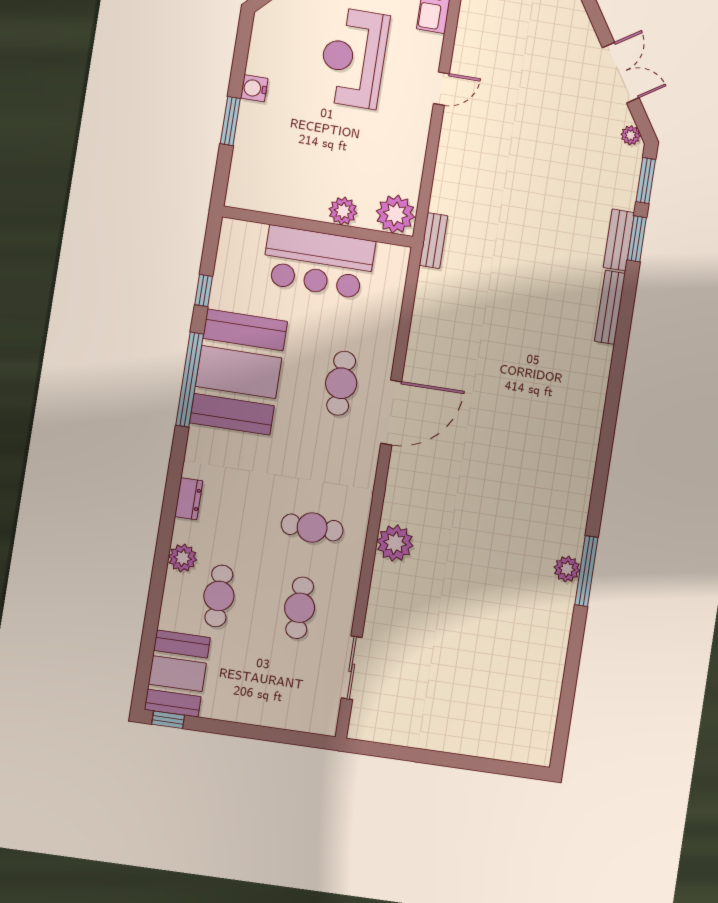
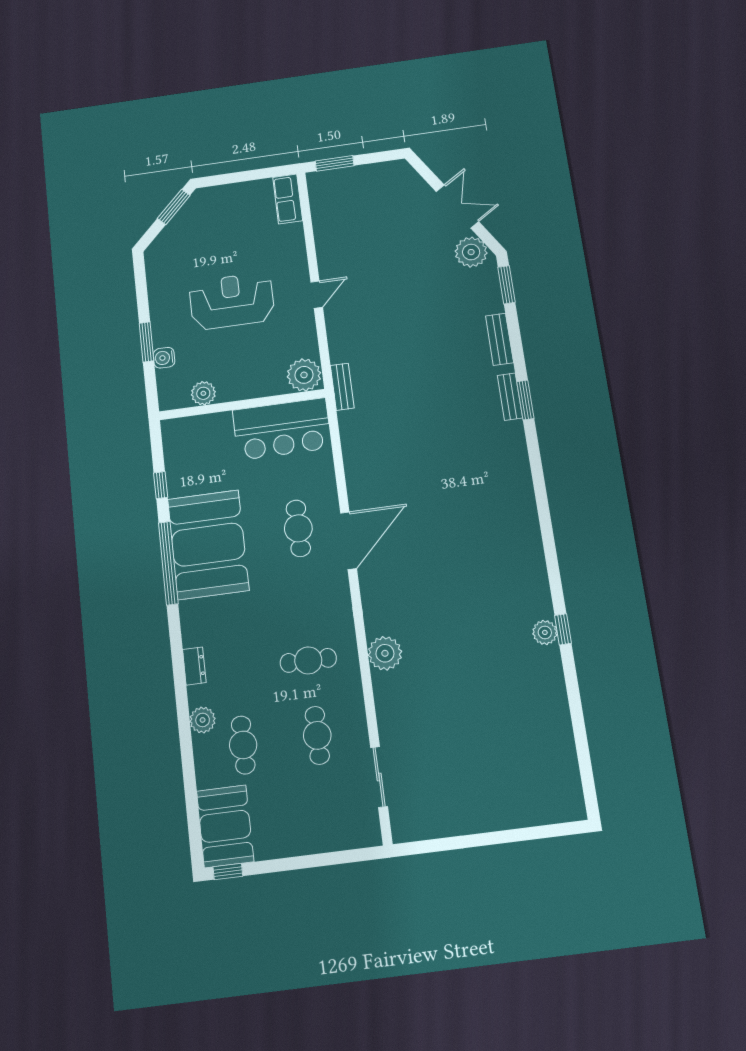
reception desk: (354, 58) -> (232, 301), moved, turned 90
water cooler: (254, 88) -> (164, 358), moved
door: (441, 89) -> (317, 295), moved
plant: (631, 135) -> (471, 252), width x1.88, depth x1.88
plant: (343, 211) -> (203, 393), moved
window: (637, 239) -> (525, 400), moved
bar counter: (318, 262) -> (282, 429), moved
bench: (610, 307) -> (510, 397), width x0.73
window: (586, 571) -> (563, 629), width x0.46

